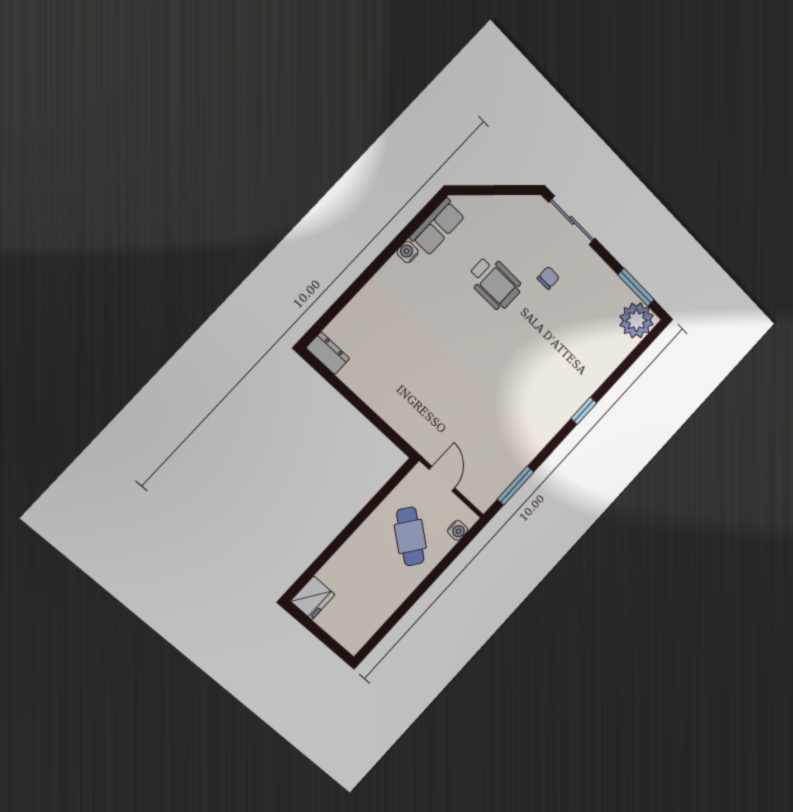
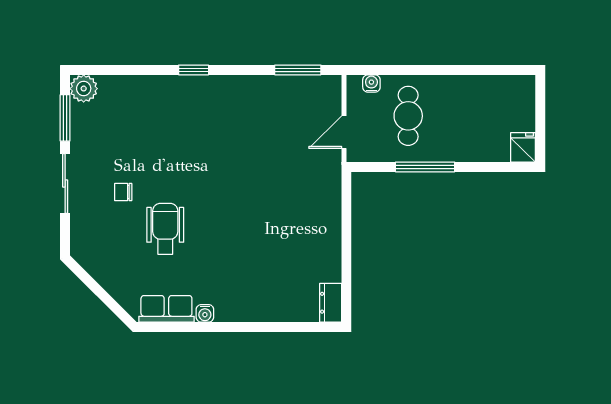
sliding door: (572, 220) -> (65, 184), moved
plant: (636, 320) -> (84, 89), width x0.73, depth x0.73
window: (362, 516) -> (425, 167), added
cafe table: (410, 536) -> (408, 116), turned -37
fridge: (313, 598) -> (523, 147), width x0.72

